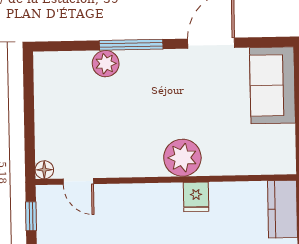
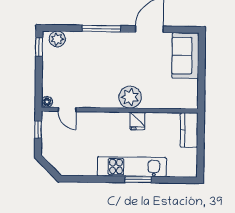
plant: (106, 64) -> (57, 39), moved
window: (28, 79) -> (39, 47), added

